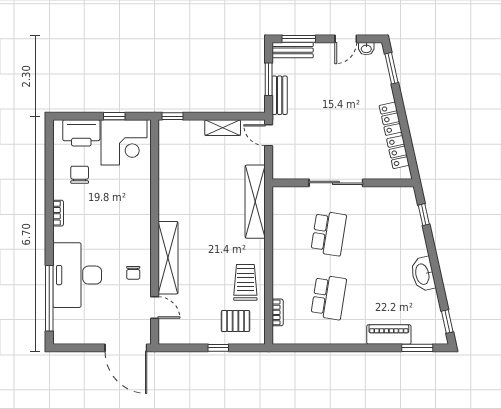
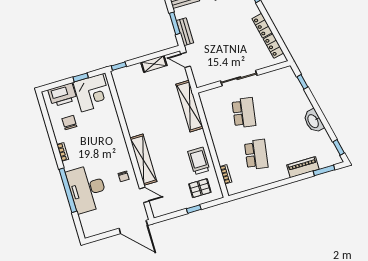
window: (49, 298) -> (68, 190), moved

